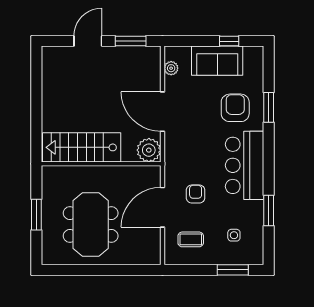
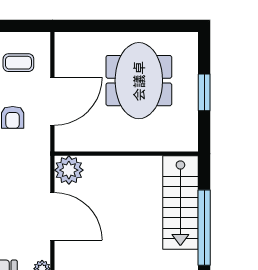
window: (36, 102) -> (204, 228), added
stairs: (82, 147) -> (180, 202), moved, turned 90

